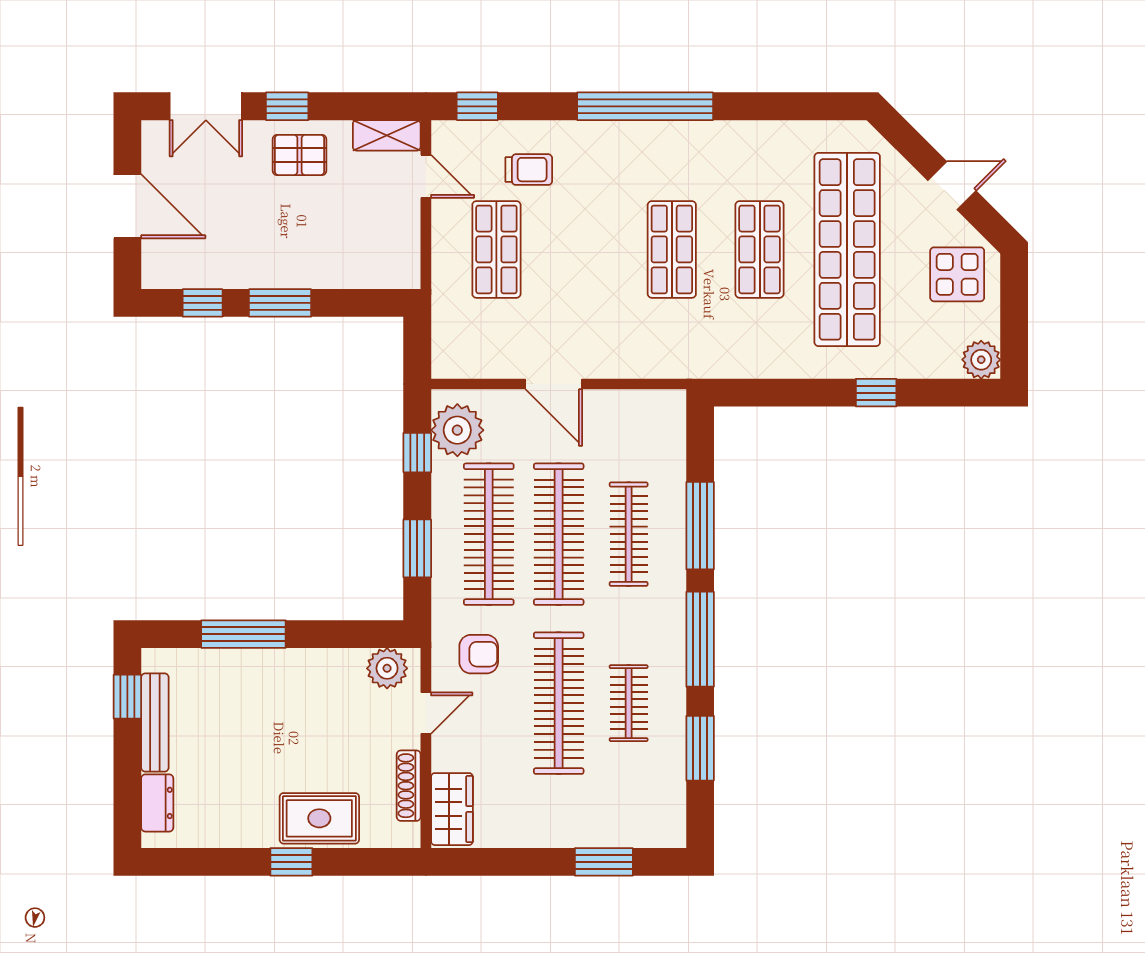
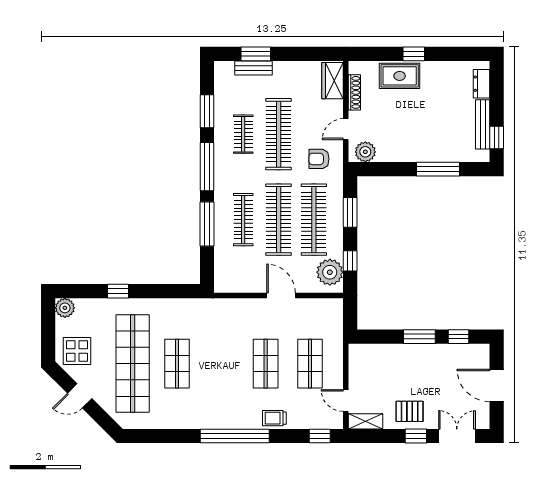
trolley: (529, 170) -> (274, 418), moved
shop shelf: (672, 249) -> (266, 364), moved
bench: (608, 834) -> (253, 68), added

